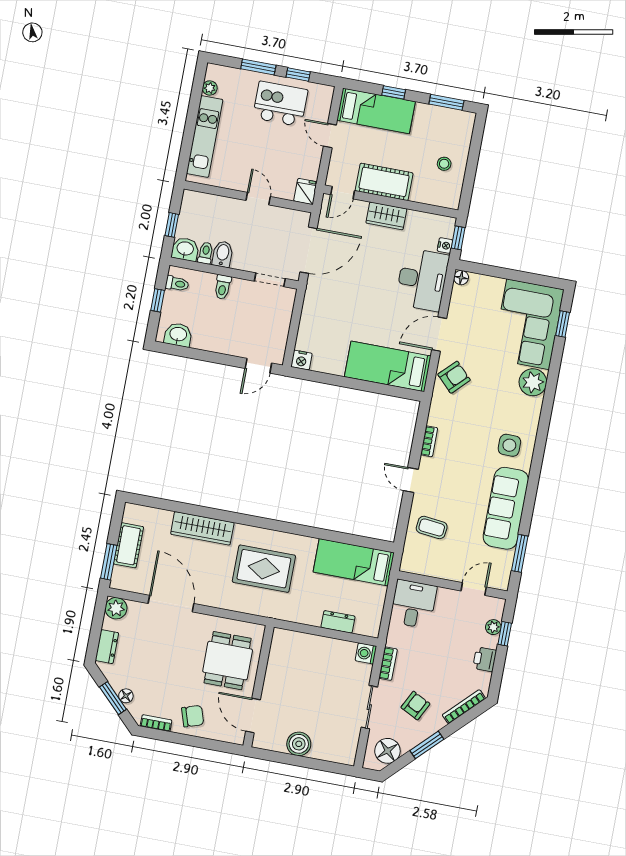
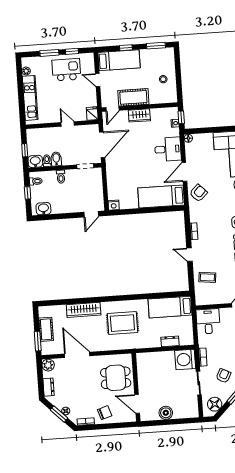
desk: (422, 280) -> (168, 149), width x0.73
washing machine: (366, 653) -> (185, 359), width x1.89, depth x1.89
dining table: (228, 661) -> (116, 378), turned 90

